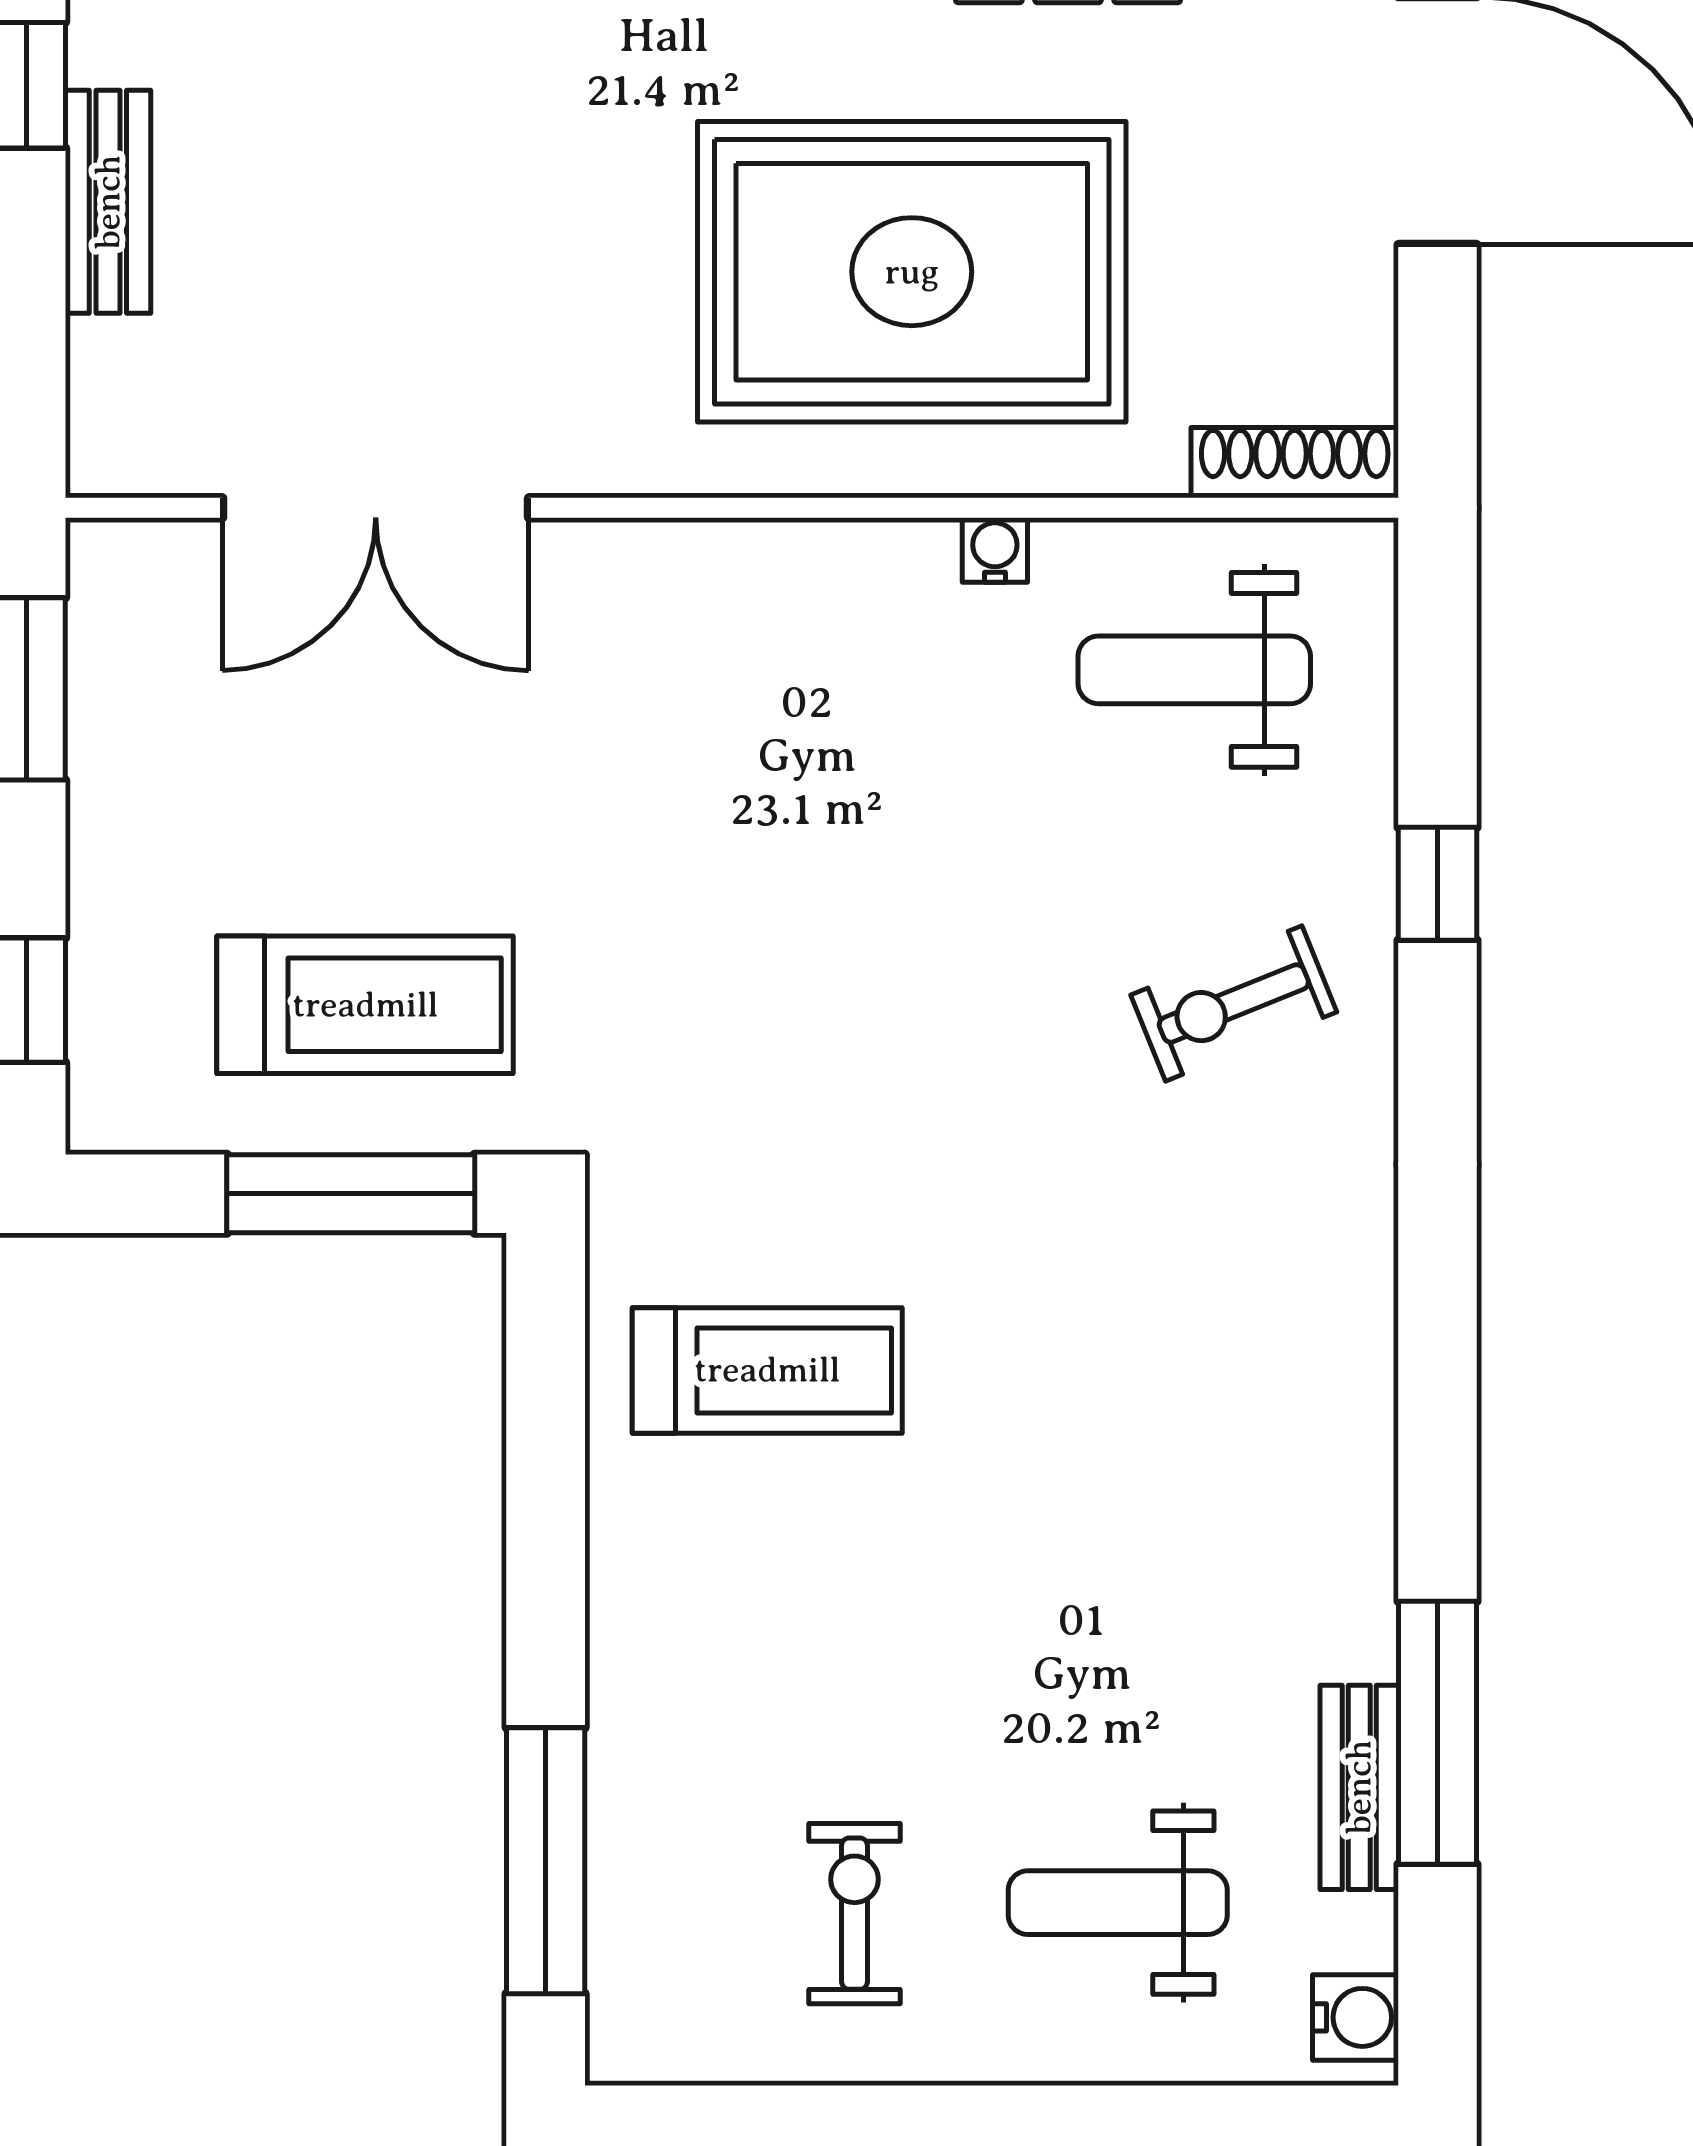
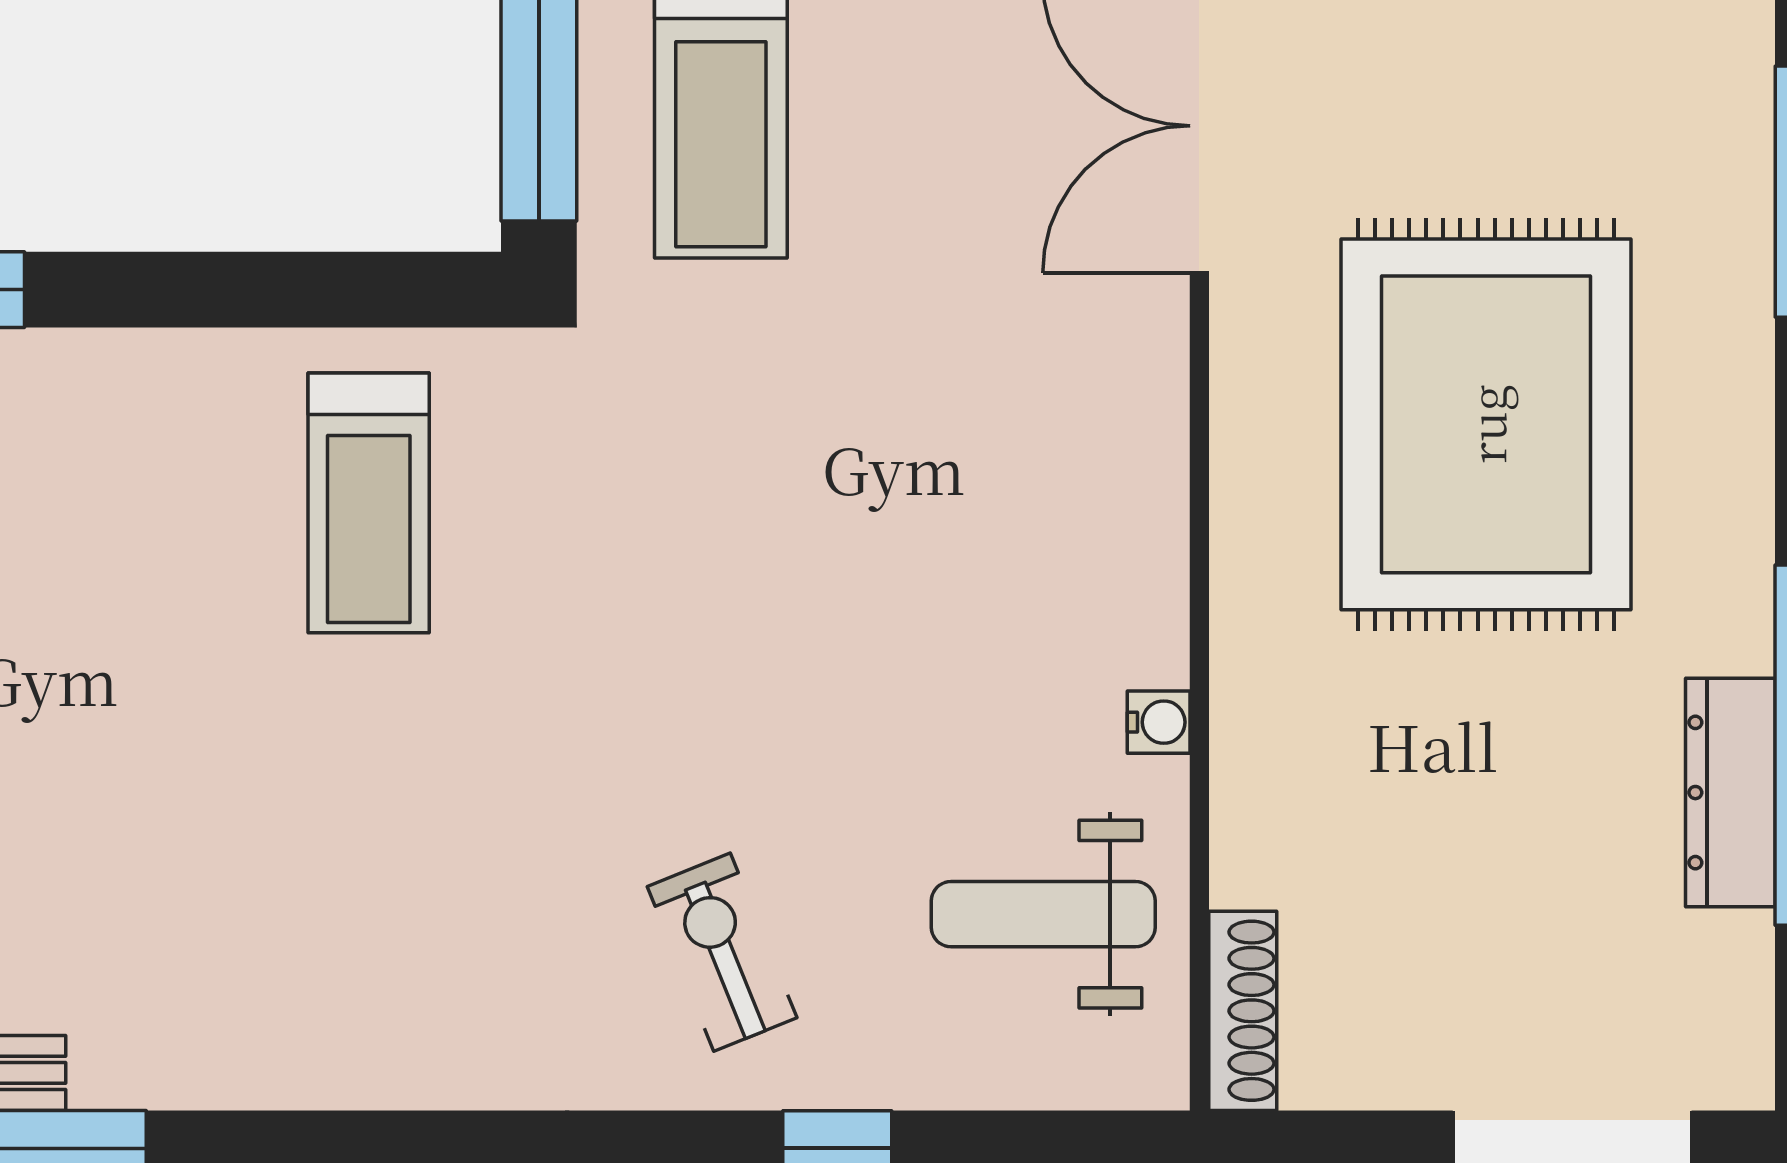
rug: (912, 272) -> (1486, 424), moved
weight bench: (1194, 670) -> (1043, 914), turned -90

